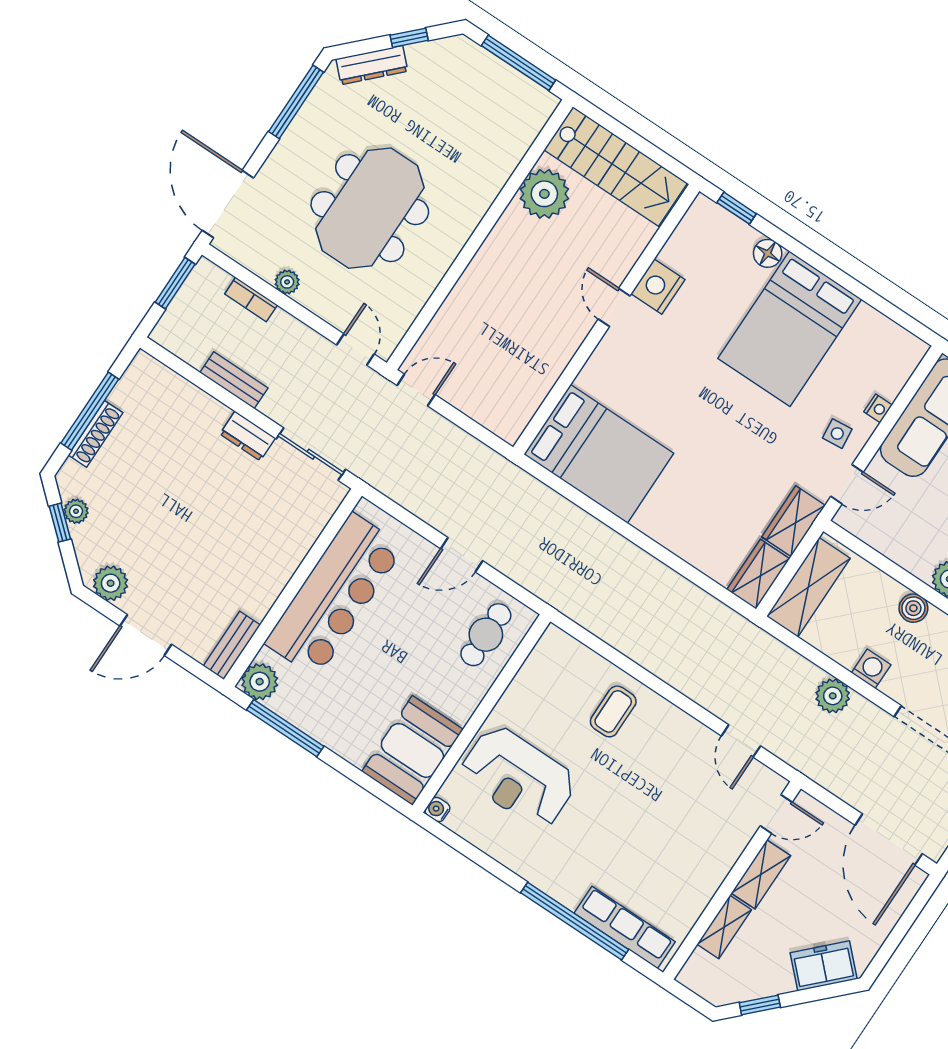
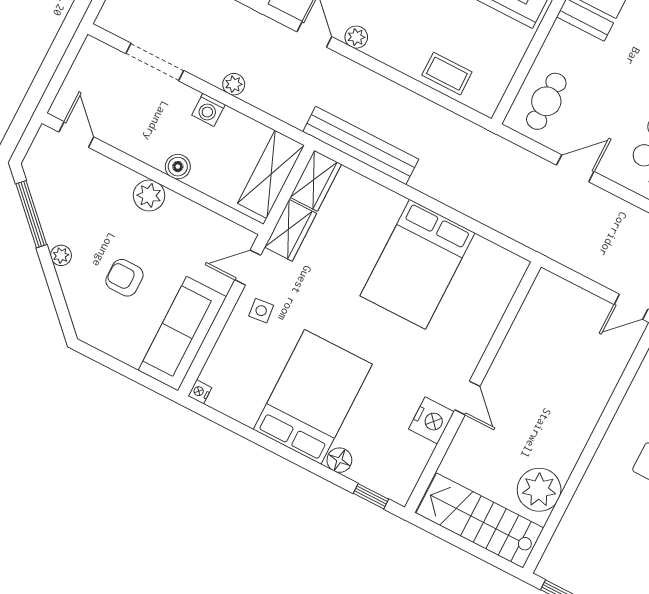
nightstand: (878, 408) -> (200, 392), moved
bed: (599, 454) -> (418, 264), moved, turned -90
bench: (703, 608) -> (361, 145), added
plant: (833, 696) -> (234, 84), width x0.73, depth x0.73
coffee table: (613, 711) -> (447, 74), moved, turned 90
plant: (694, 732) -> (356, 37), added

